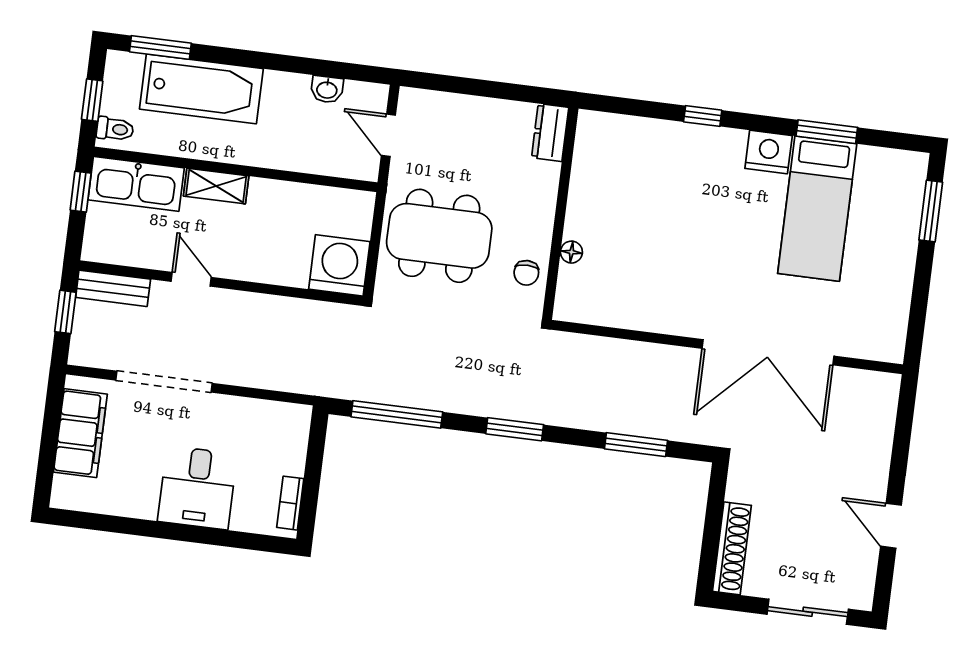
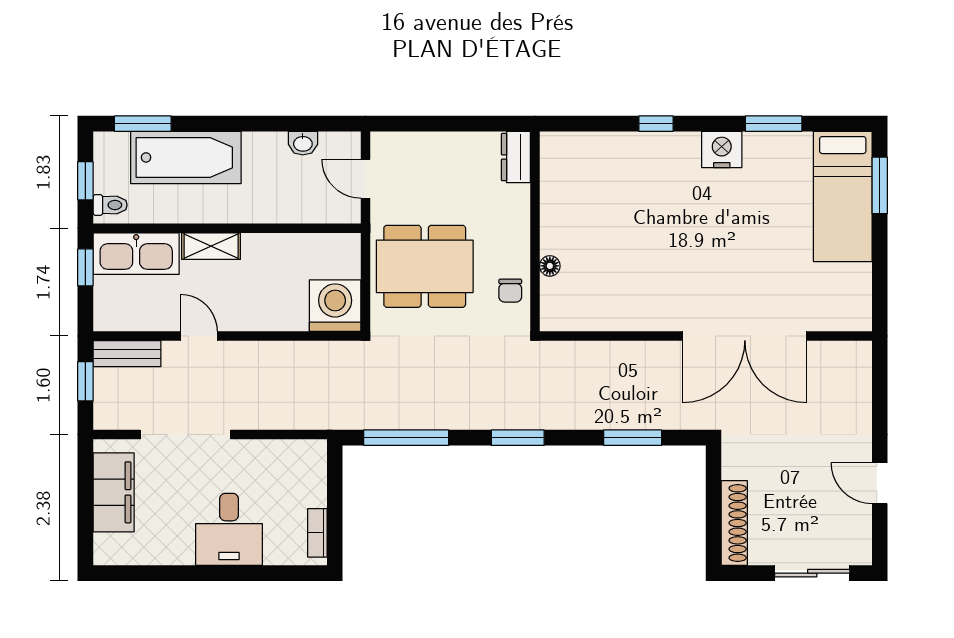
bed: (817, 209) -> (843, 196), moved

